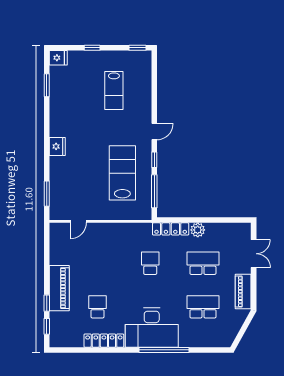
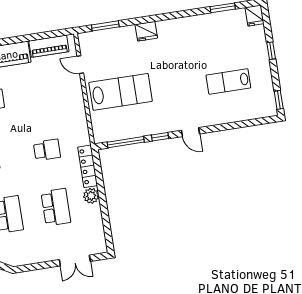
fridge: (57, 146) -> (146, 31), moved
lab bench: (122, 173) -> (121, 92), moved
piano: (243, 292) -> (49, 46), moved, turned 180

